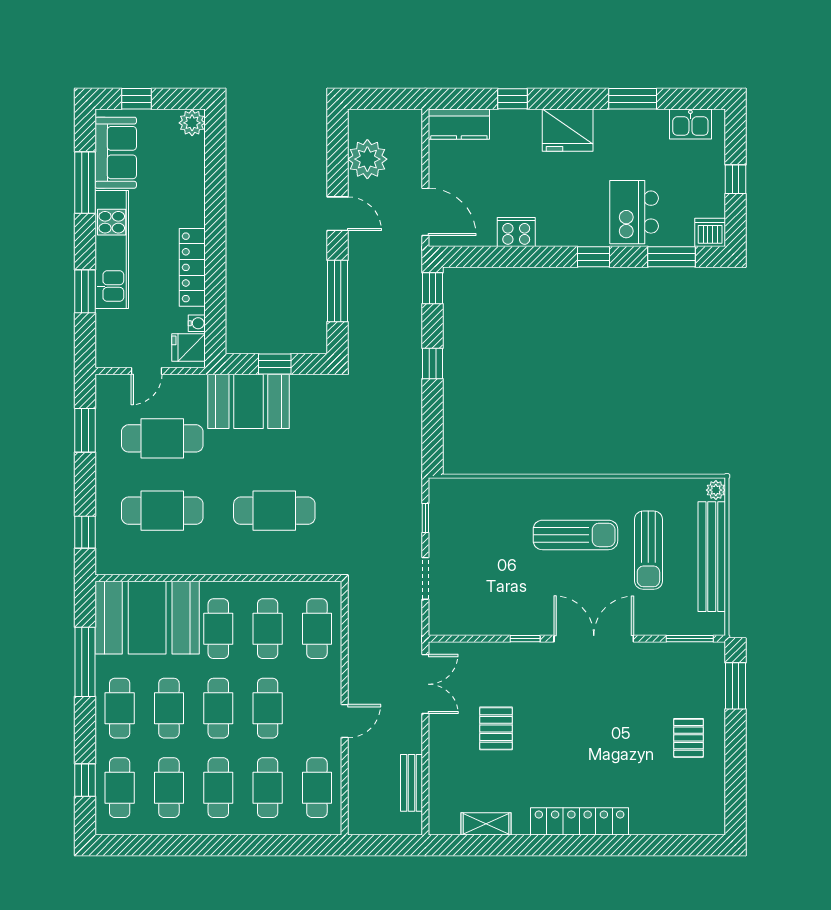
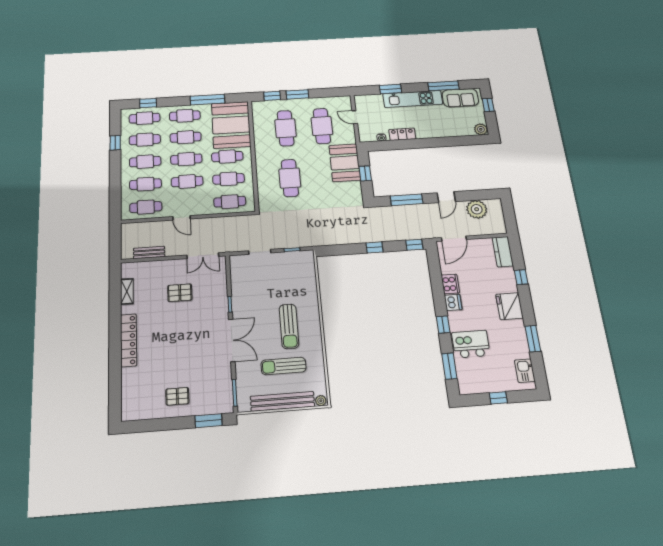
dishwasher: (710, 232) -> (453, 302), moved
locker: (192, 267) -> (402, 134), width x0.66
fridge: (189, 348) -> (369, 135), removed
window: (85, 430) -> (297, 94), moved
window: (172, 845) -> (115, 143), added

